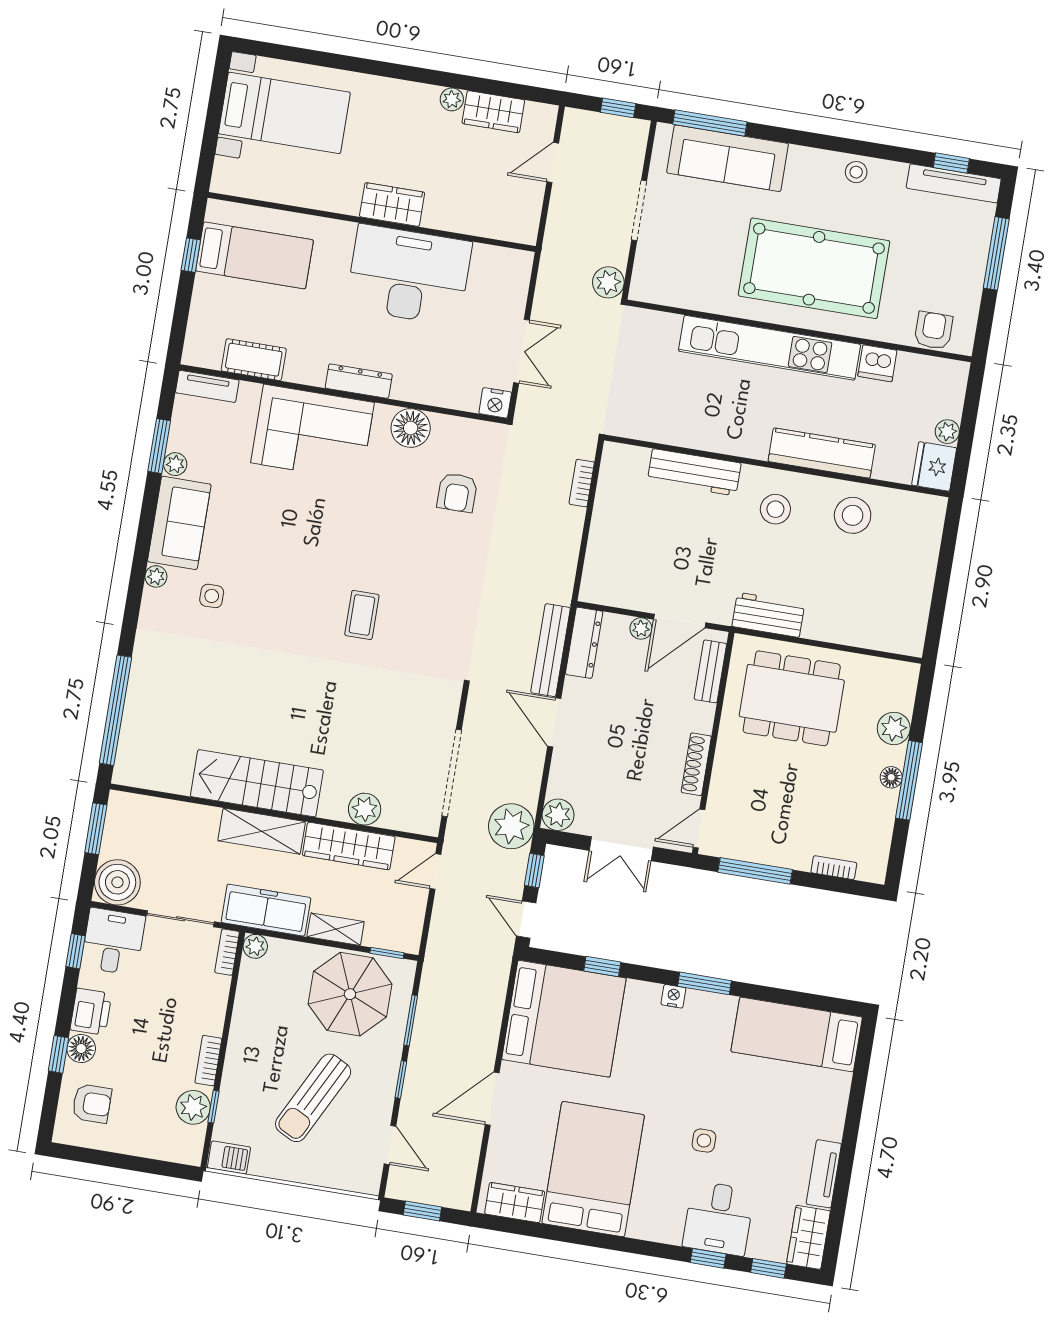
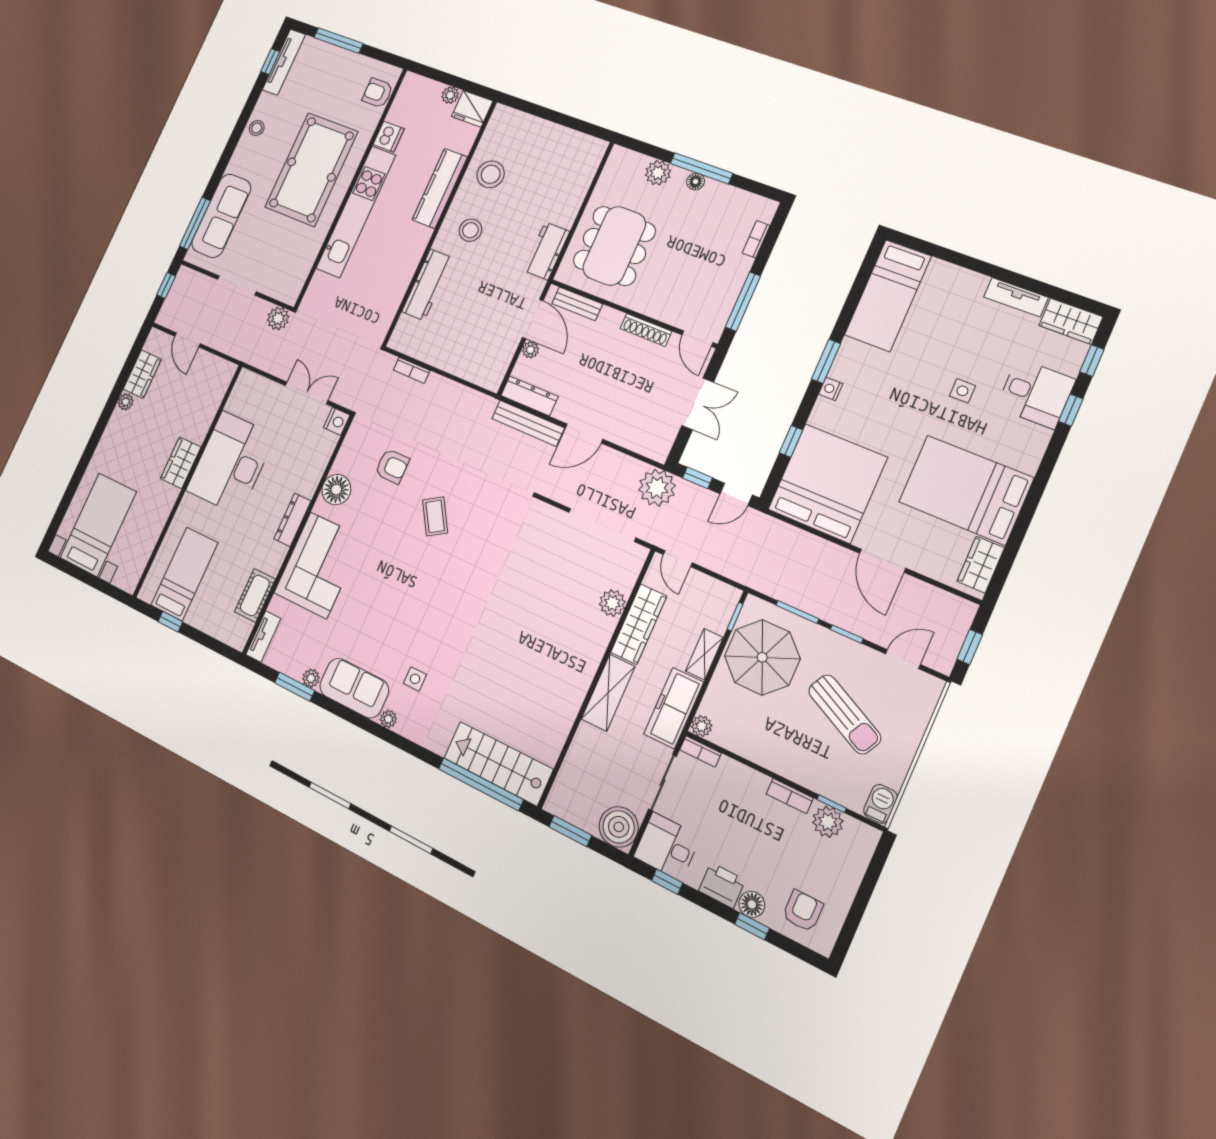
coffee table: (362, 615) -> (435, 516), moved, turned 58
stairs: (257, 783) -> (498, 764), moved, turned 90
plant: (558, 815) -> (657, 448), removed

